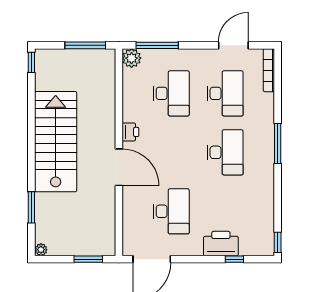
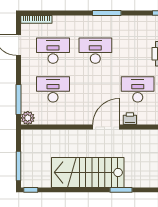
window: (85, 45) -> (19, 166), moved
printer: (130, 132) -> (130, 119), moved
window: (278, 144) -> (107, 13), moved
window: (31, 207) -> (121, 190), moved

